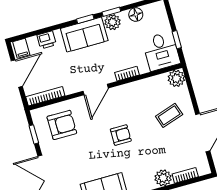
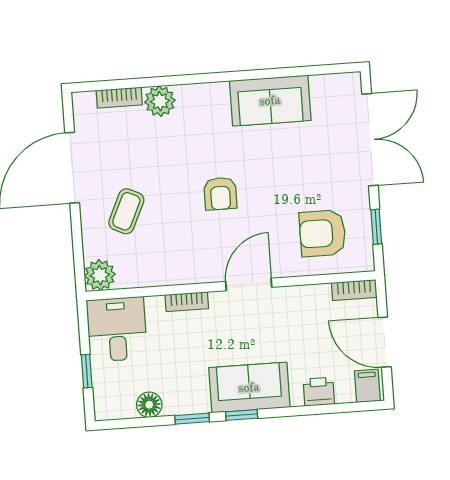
plant: (112, 22) -> (194, 400), removed
window: (177, 40) -> (87, 371), moved
door: (17, 74) -> (385, 342), hinge flipped
bookcase: (45, 96) -> (354, 290), width x0.64
coffee table: (169, 115) -> (126, 211), turned -47
armchair: (121, 135) -> (220, 194), turned -90

